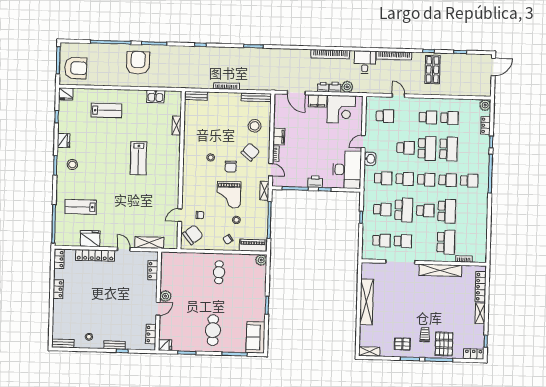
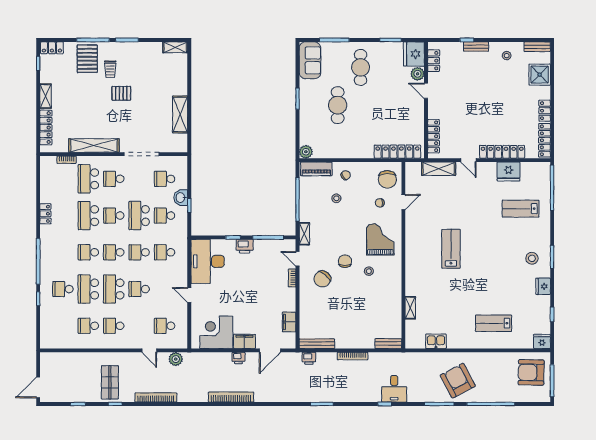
desk: (365, 62) -> (394, 389), moved
armchair: (138, 63) -> (458, 381), turned 152
printer: (335, 87) -> (309, 358), moved
plant: (347, 87) -> (176, 359), moved
door: (296, 93) -> (270, 350), swing flipped
plant: (485, 105) -> (47, 342), removed
locker: (486, 125) -> (45, 214), moved
stool: (255, 126) -> (318, 310), removed
filing cabinet: (279, 137) -> (289, 322), moved
door: (363, 142) -> (189, 295), swing flipped
lab bench: (138, 158) -> (451, 249), moved
washbasin: (370, 159) -> (181, 198), moved
school desk: (469, 181) -> (63, 289), moved
grand piano: (229, 195) -> (380, 239), moved
lab bench: (81, 207) -> (521, 209), turned 180
chair: (193, 235) -> (387, 179), turned -52
school desk: (403, 241) -> (114, 179), moved
locker: (184, 258) -> (397, 152), added
locker: (59, 259) -> (545, 140), width x1.53
locker: (153, 270) -> (434, 136), width x1.53
cafe table: (219, 272) -> (338, 105), moved, width x1.37, depth x1.35
plant: (166, 296) -> (418, 74), moved
shelving: (367, 302) -> (180, 114), width x0.68
door: (158, 309) -> (426, 91), hinge flipped
shower: (61, 320) -> (540, 75), added
pallet: (402, 344) -> (121, 93), moved
fridge: (165, 345) -> (414, 54), width x1.88, depth x1.34

